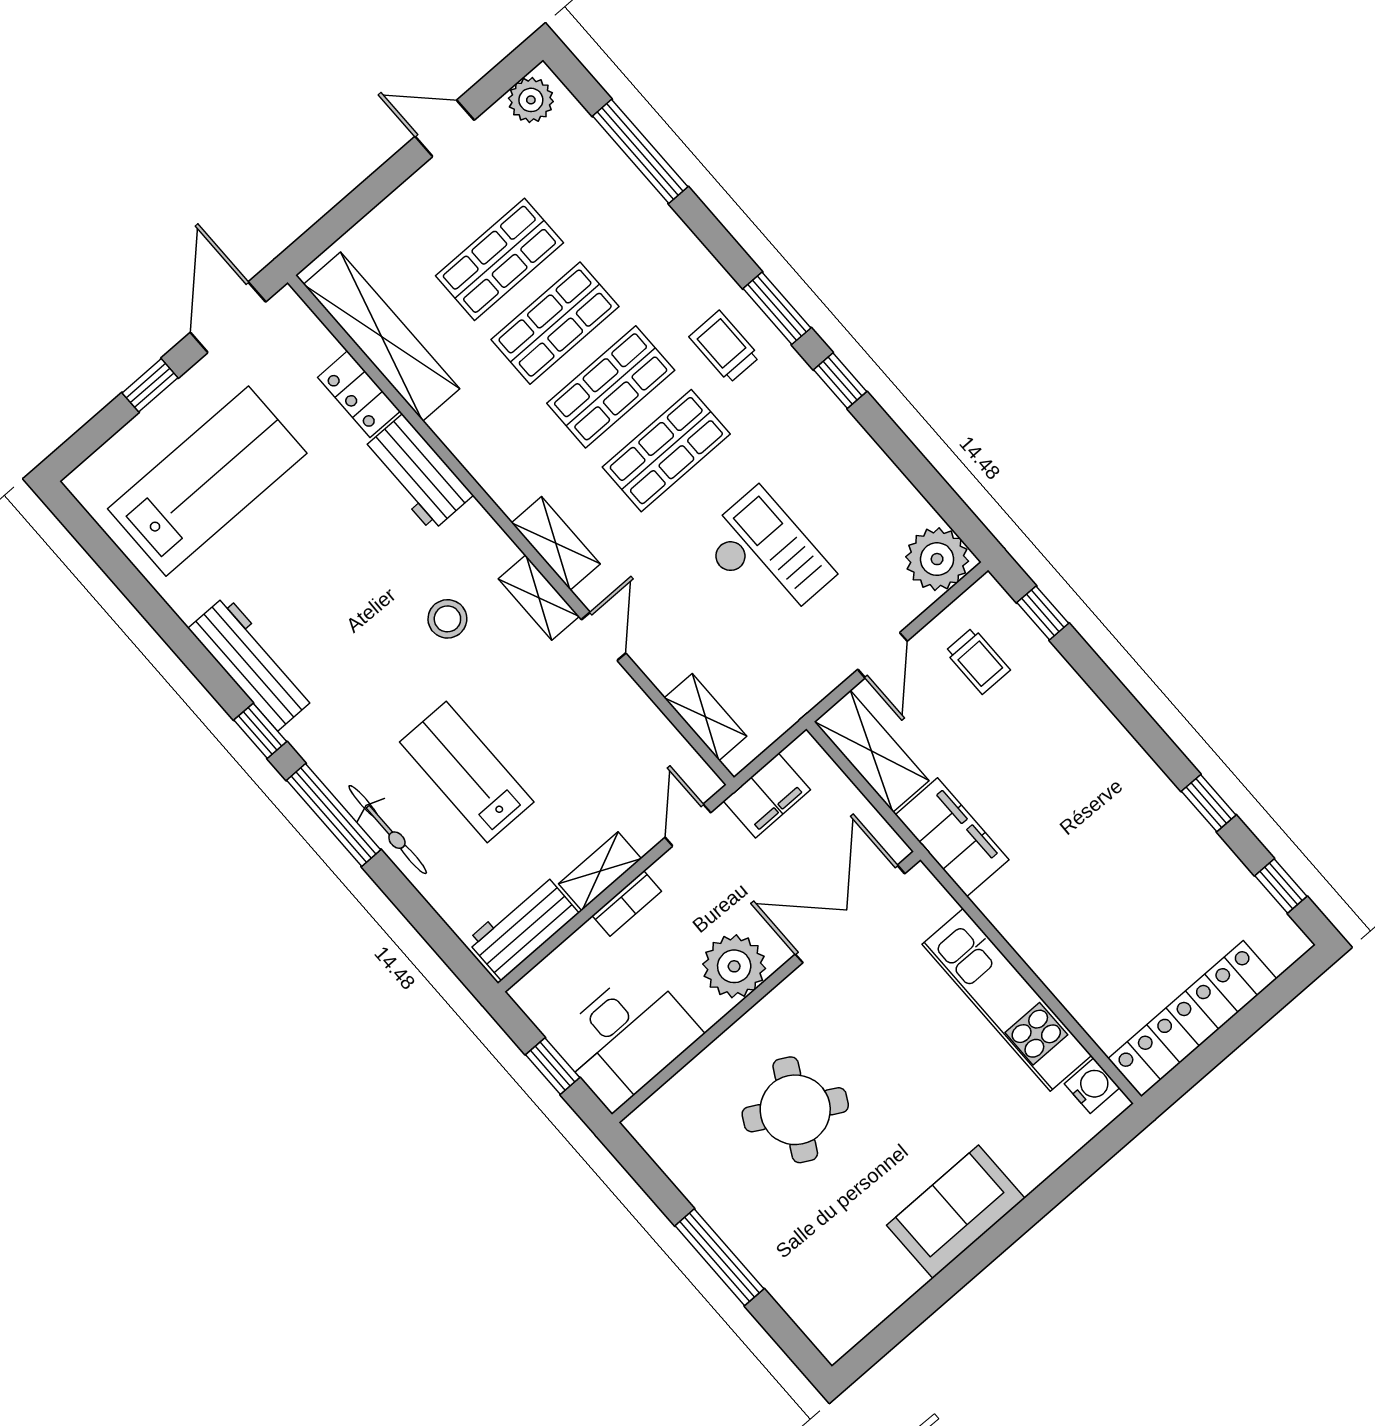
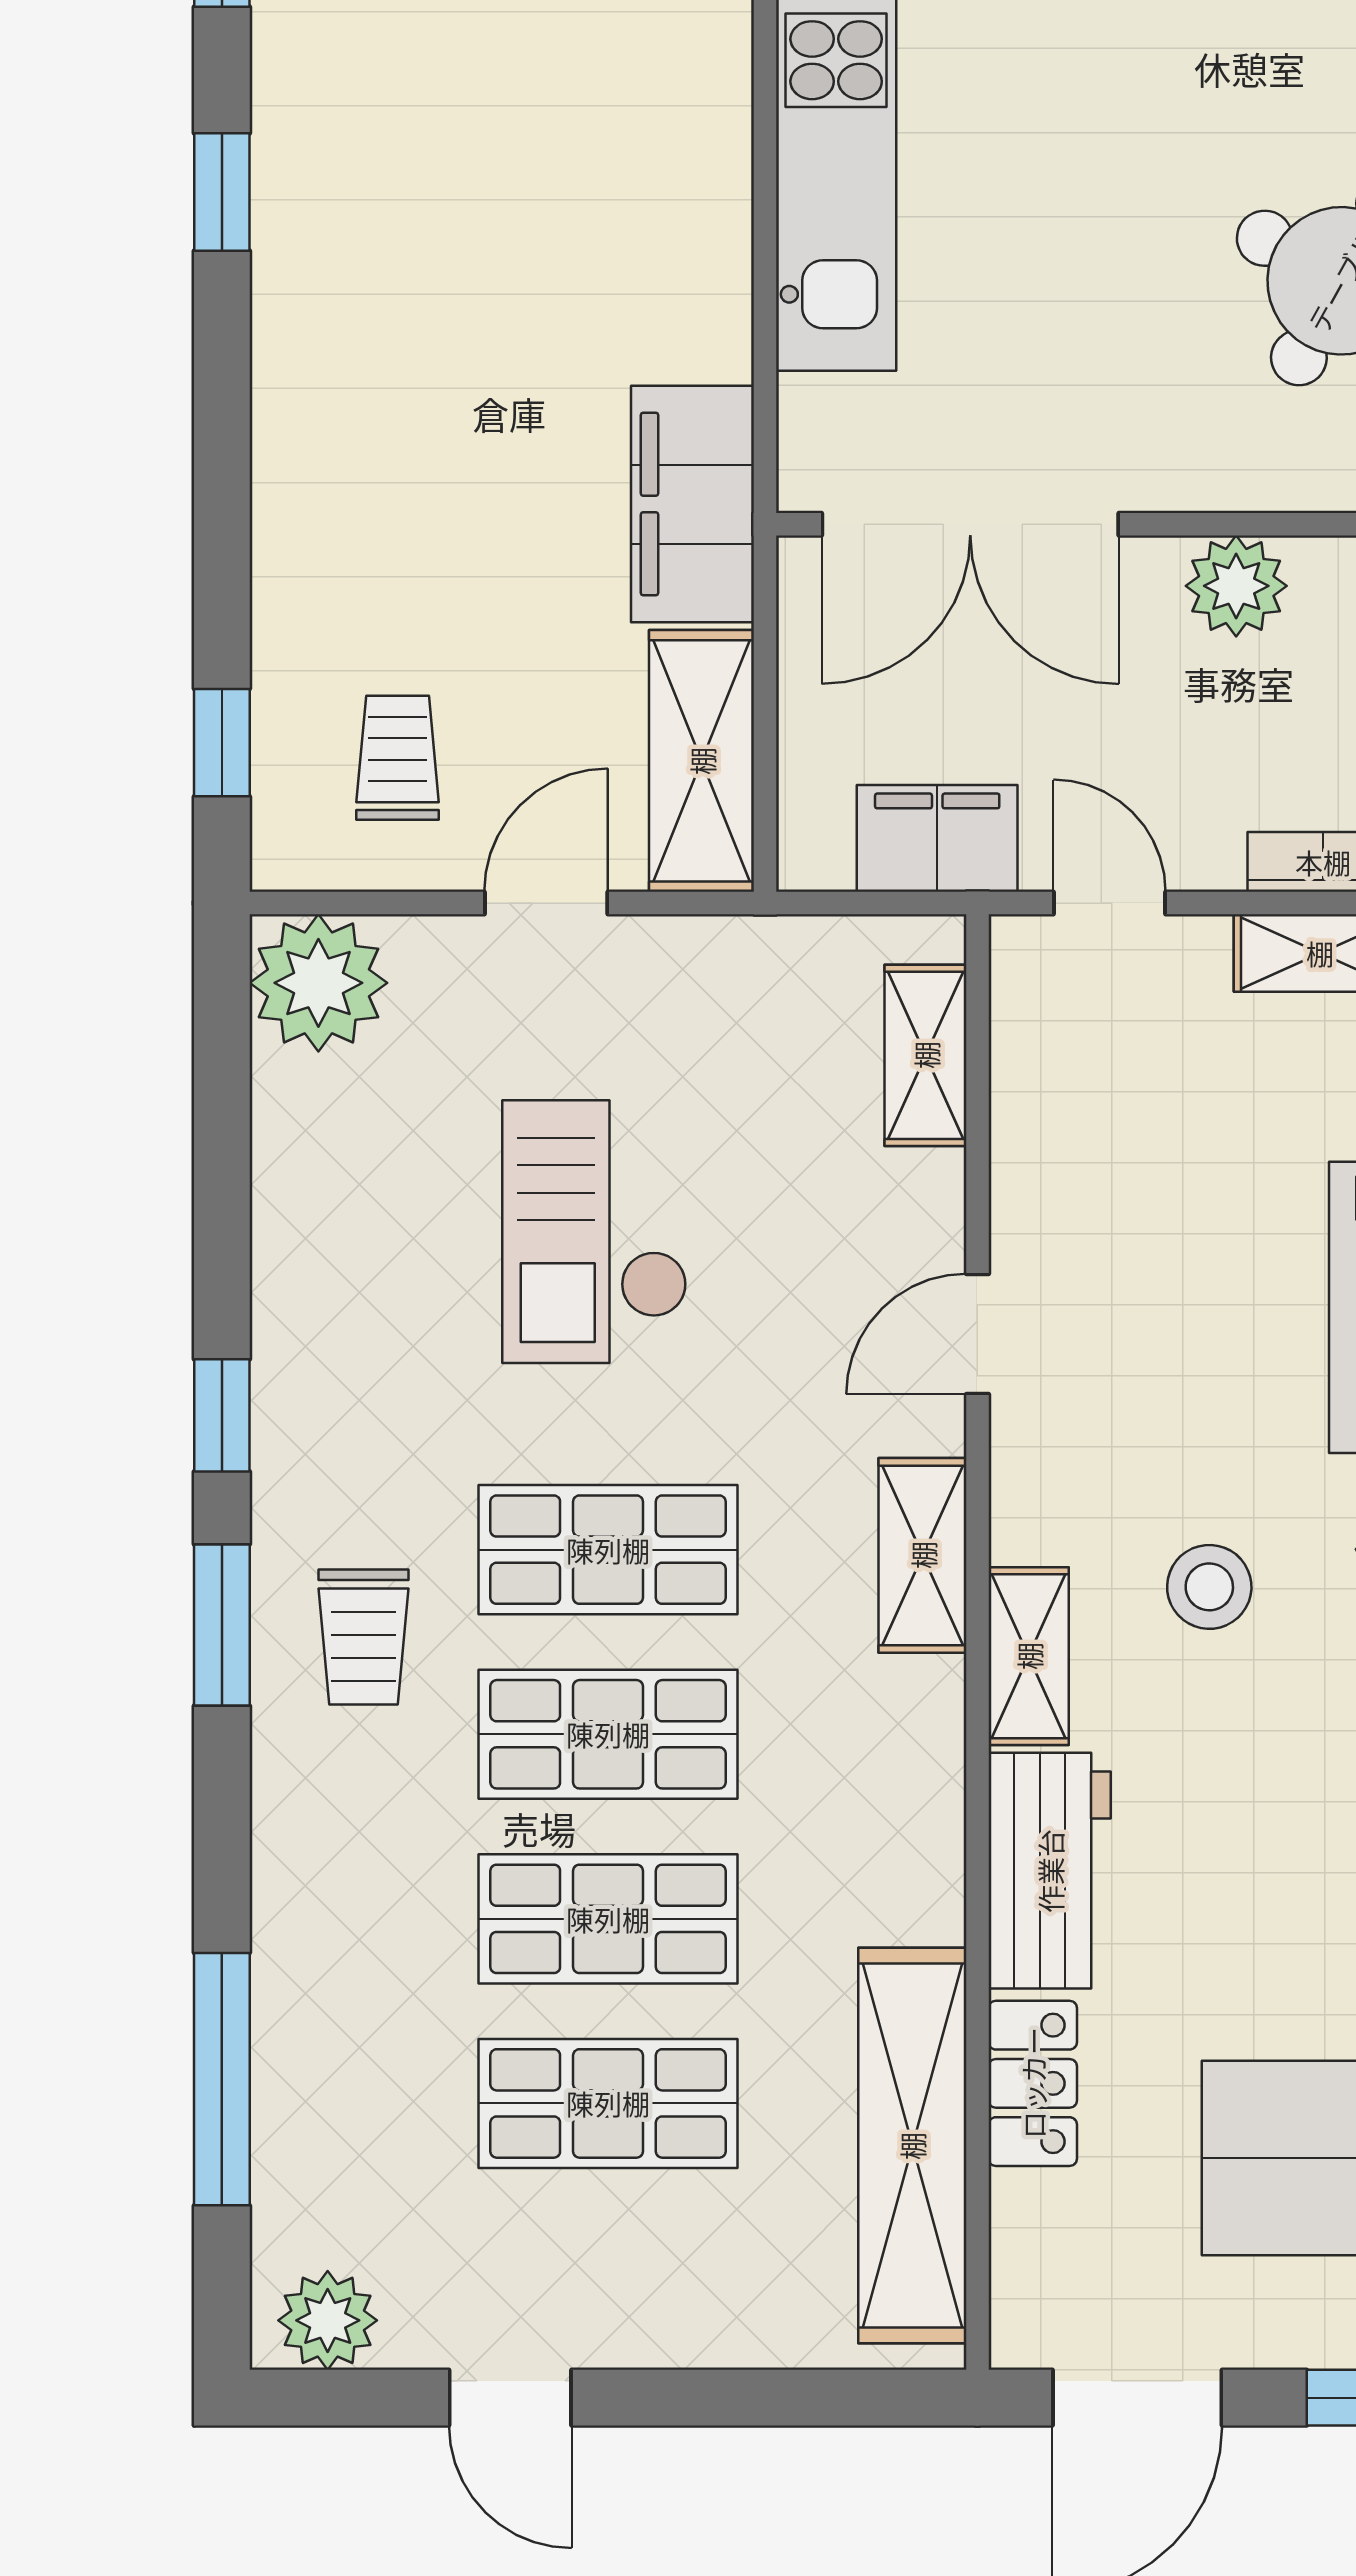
shelving: (539, 598) -> (1029, 1656), moved
door: (688, 825) -> (1110, 903), swing flipped
plant: (734, 966) -> (1236, 586), width x0.73, depth x0.73

